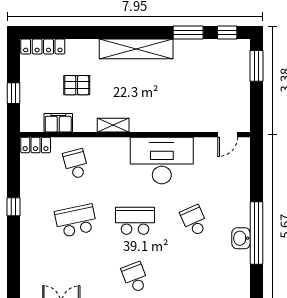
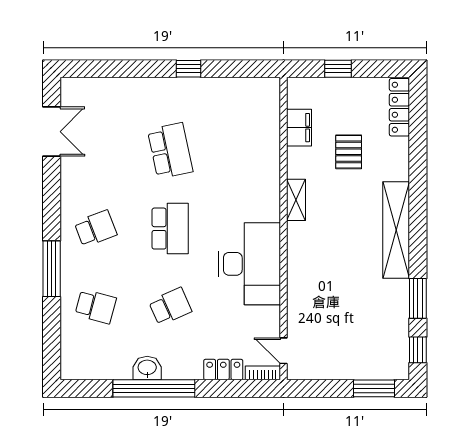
locker: (36, 145) -> (223, 370), moved, turned 90
bookcase: (245, 150) -> (263, 373), added
school desk: (76, 164) -> (96, 306), moved, turned 30

